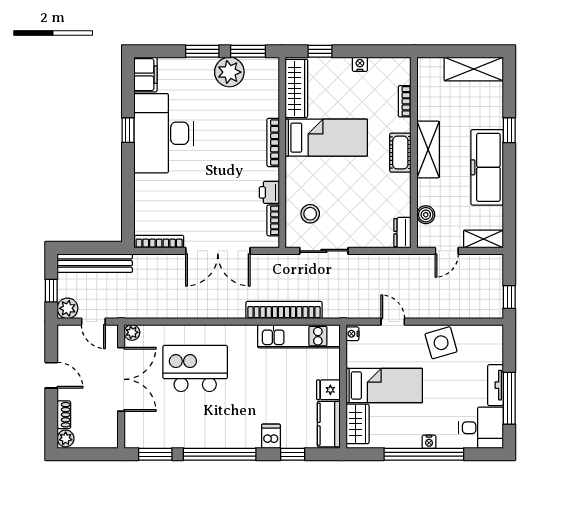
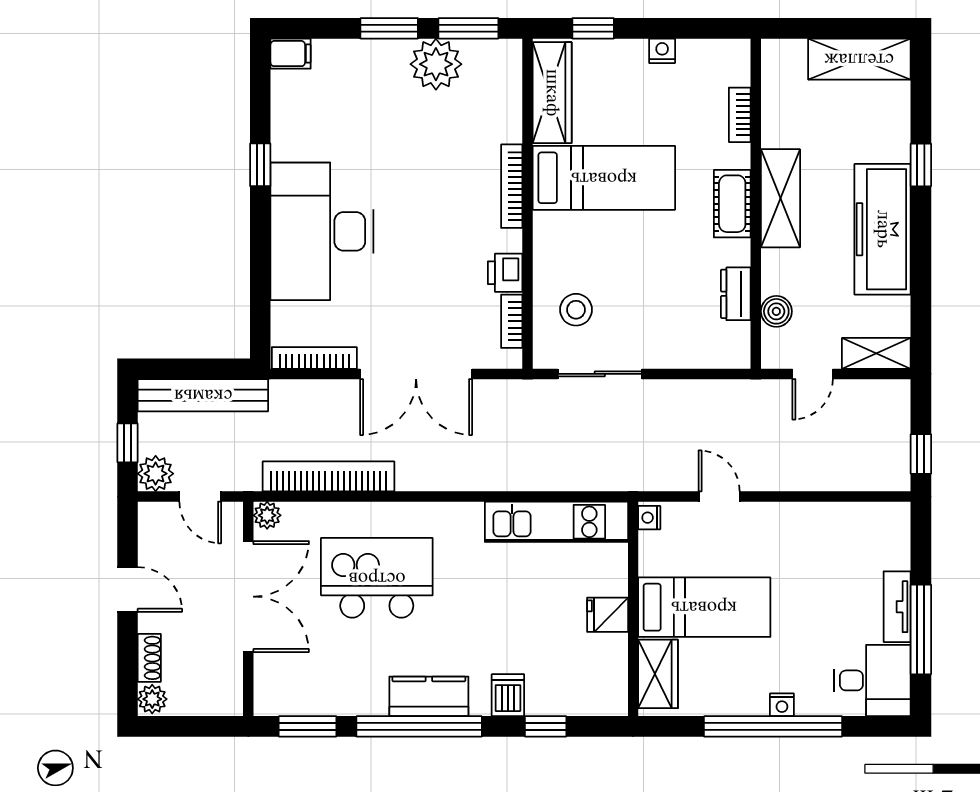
filing cabinet: (145, 75) -> (291, 54), width x0.50
desk: (164, 133) -> (322, 231), moved
dresser: (402, 233) -> (736, 294), moved
bookcase: (284, 310) -> (329, 476), moved
side table: (441, 343) -> (803, 533), removed
kitchen counter: (329, 424) -> (429, 696), moved, turned 90

